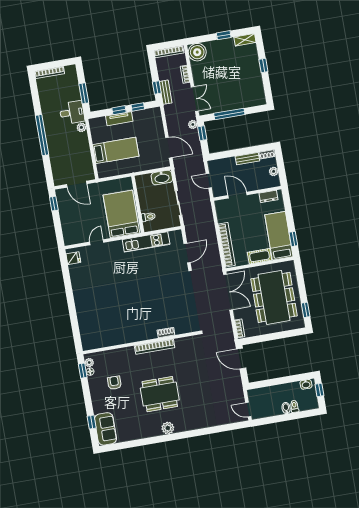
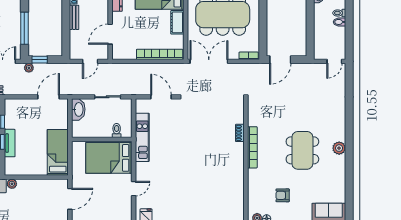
bed: (116, 150) -> (58, 152), moved
door: (97, 242) -> (134, 189), swing flipped

